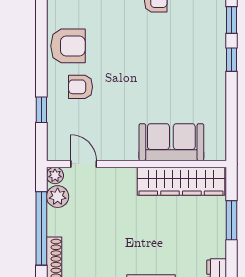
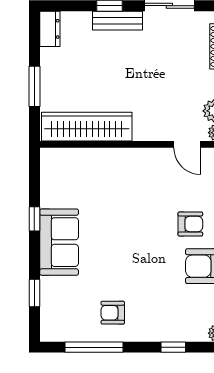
window: (232, 60) -> (34, 219), moved
sofa: (171, 142) -> (59, 242), moved, turned -90

